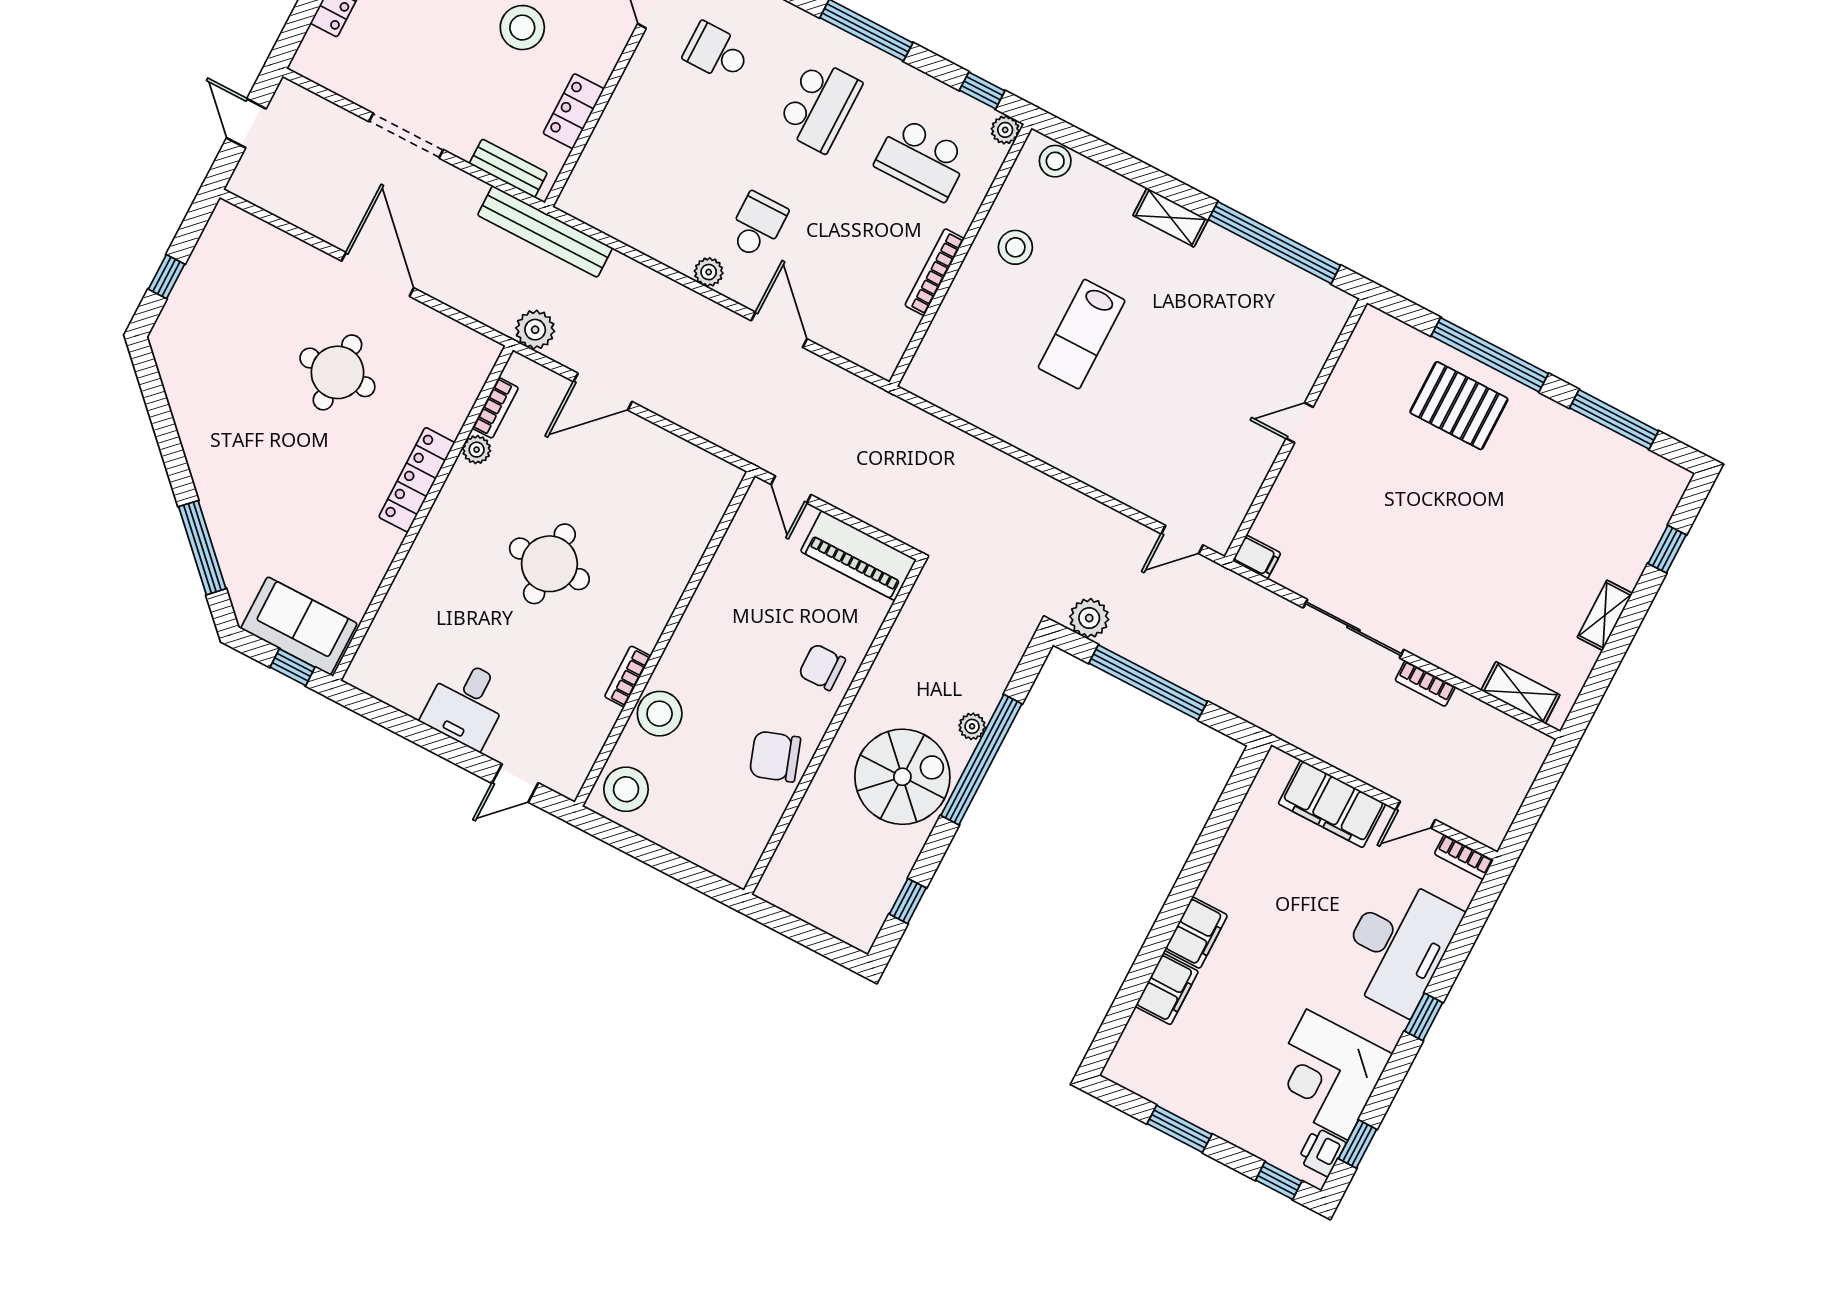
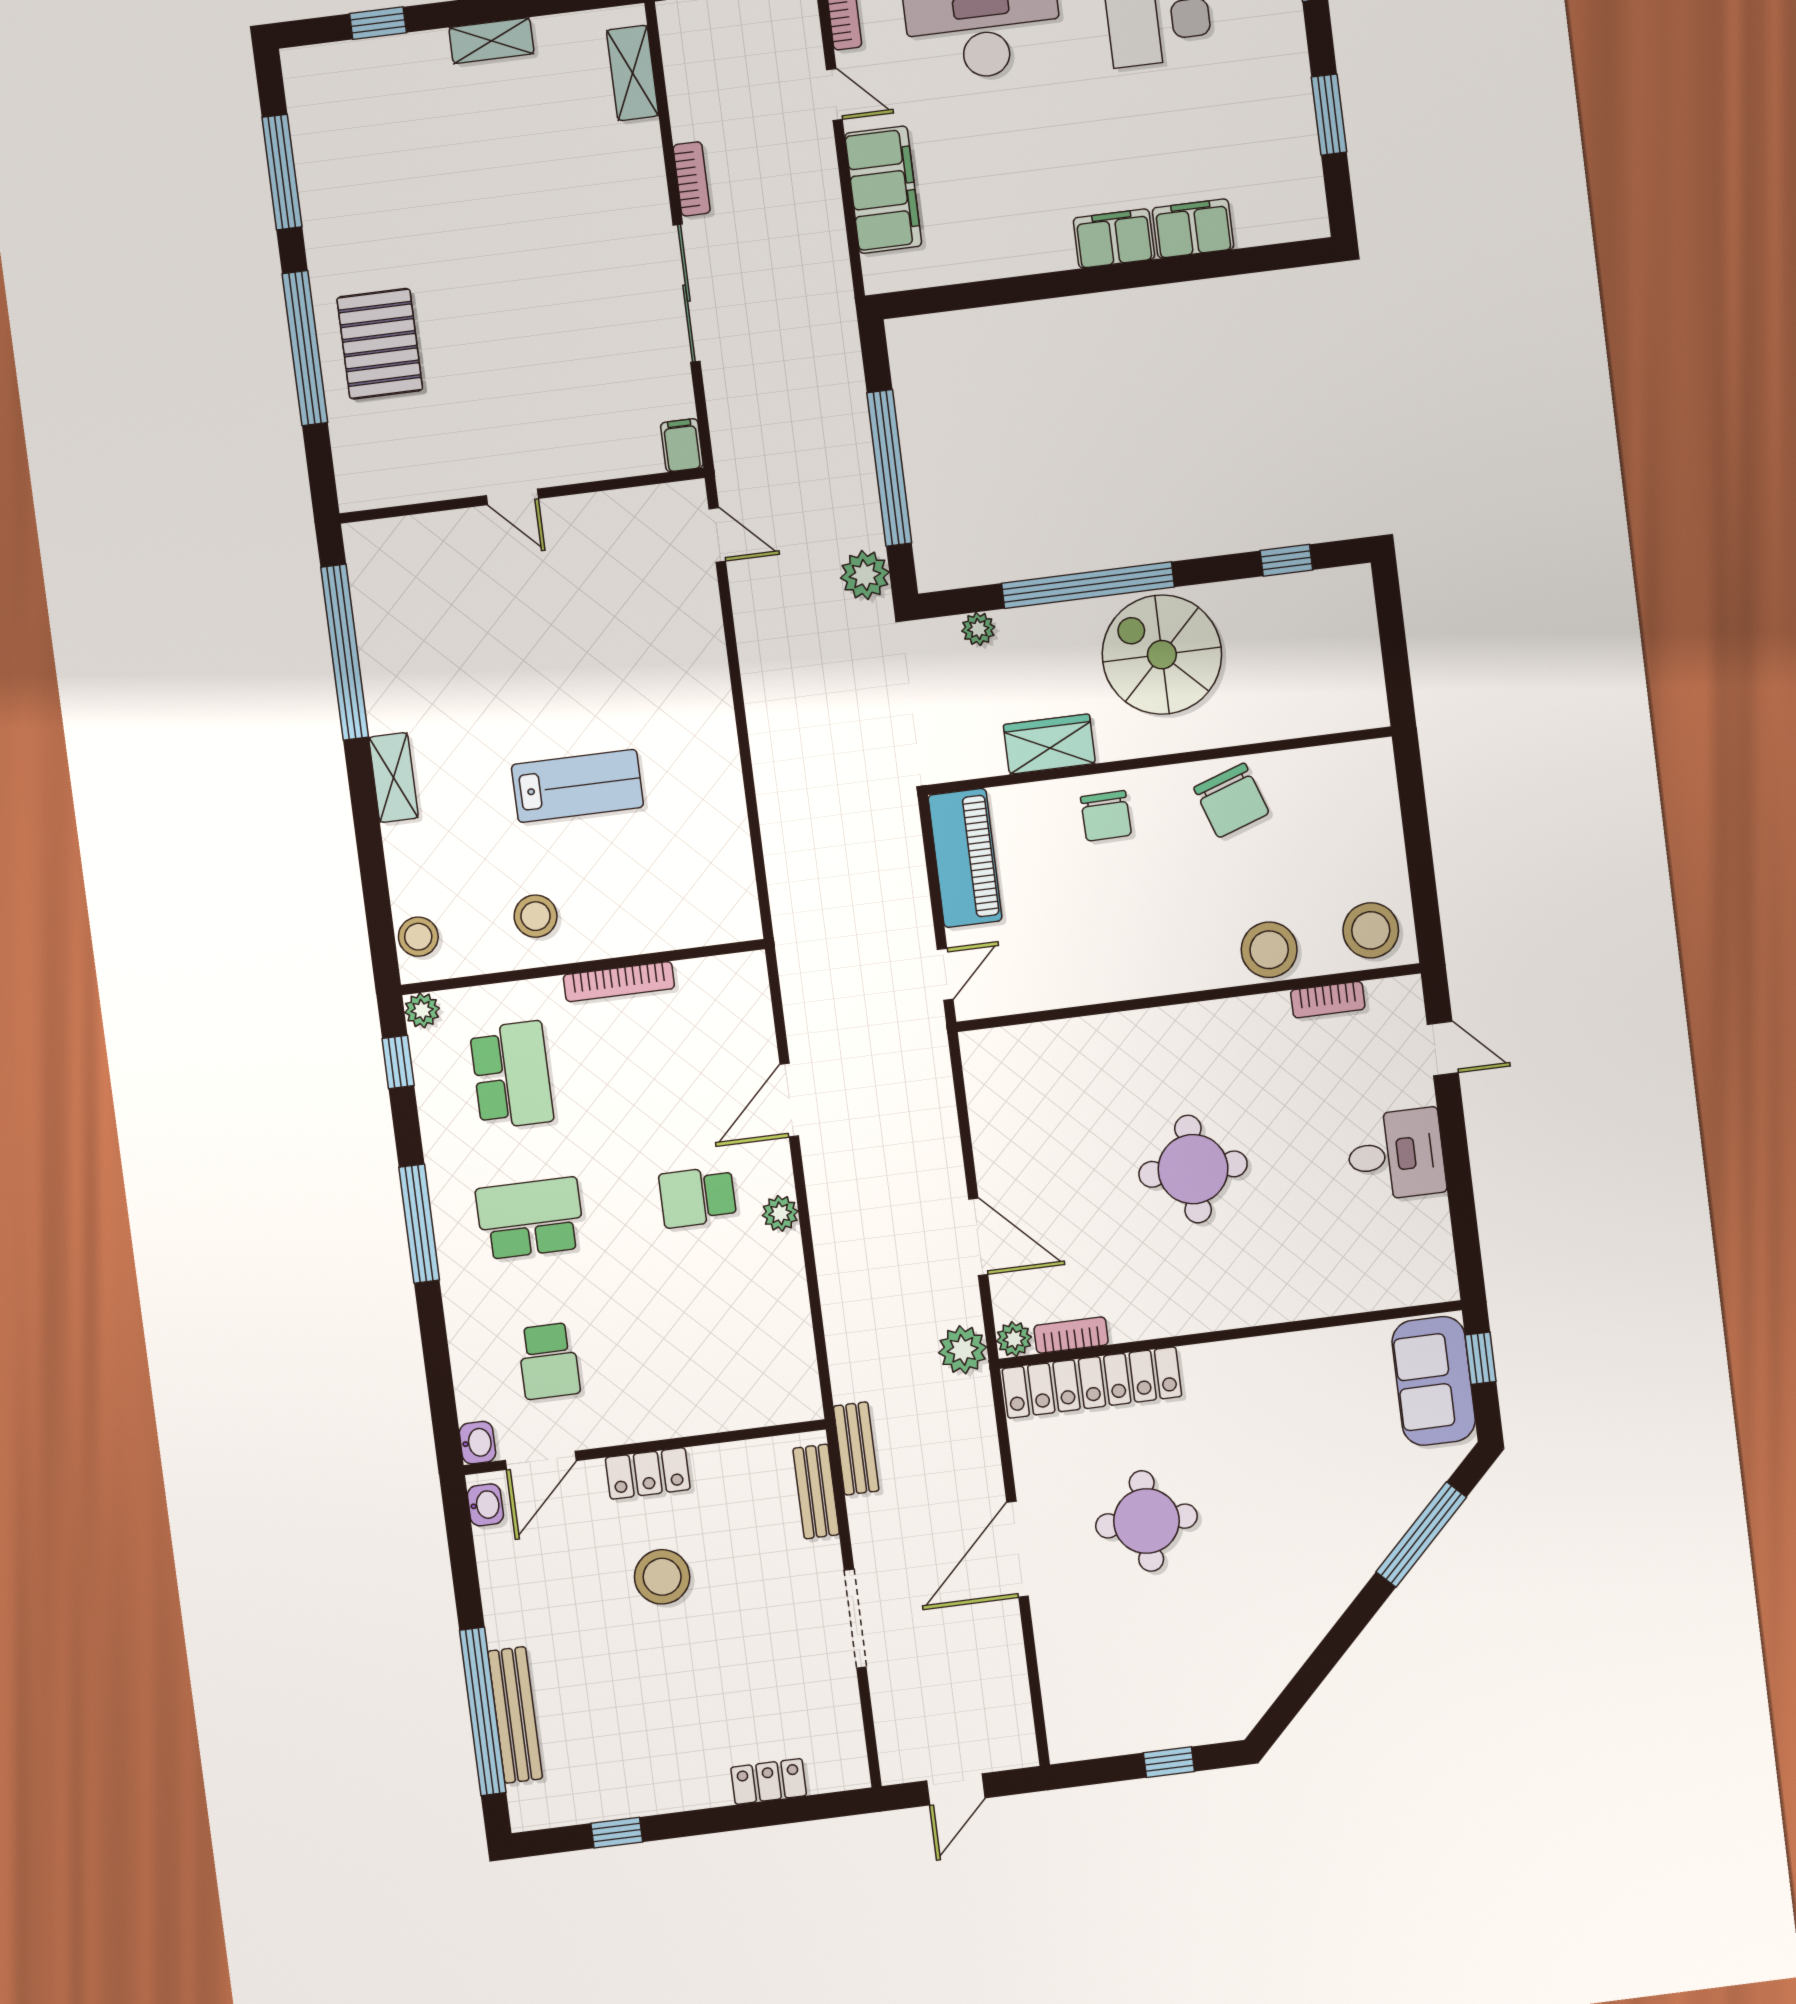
locker: (574, 111) -> (648, 1473), moved
bench: (545, 231) -> (856, 1448), width x0.54, depth x0.82
plant: (477, 450) -> (1014, 1339), moved
locker: (417, 480) -> (1092, 1383), moved, width x1.41, depth x1.21
wardrobe: (895, 662) -> (1049, 744), added
bookcase: (628, 676) -> (1328, 1000), moved
plant: (972, 726) -> (978, 629), moved

